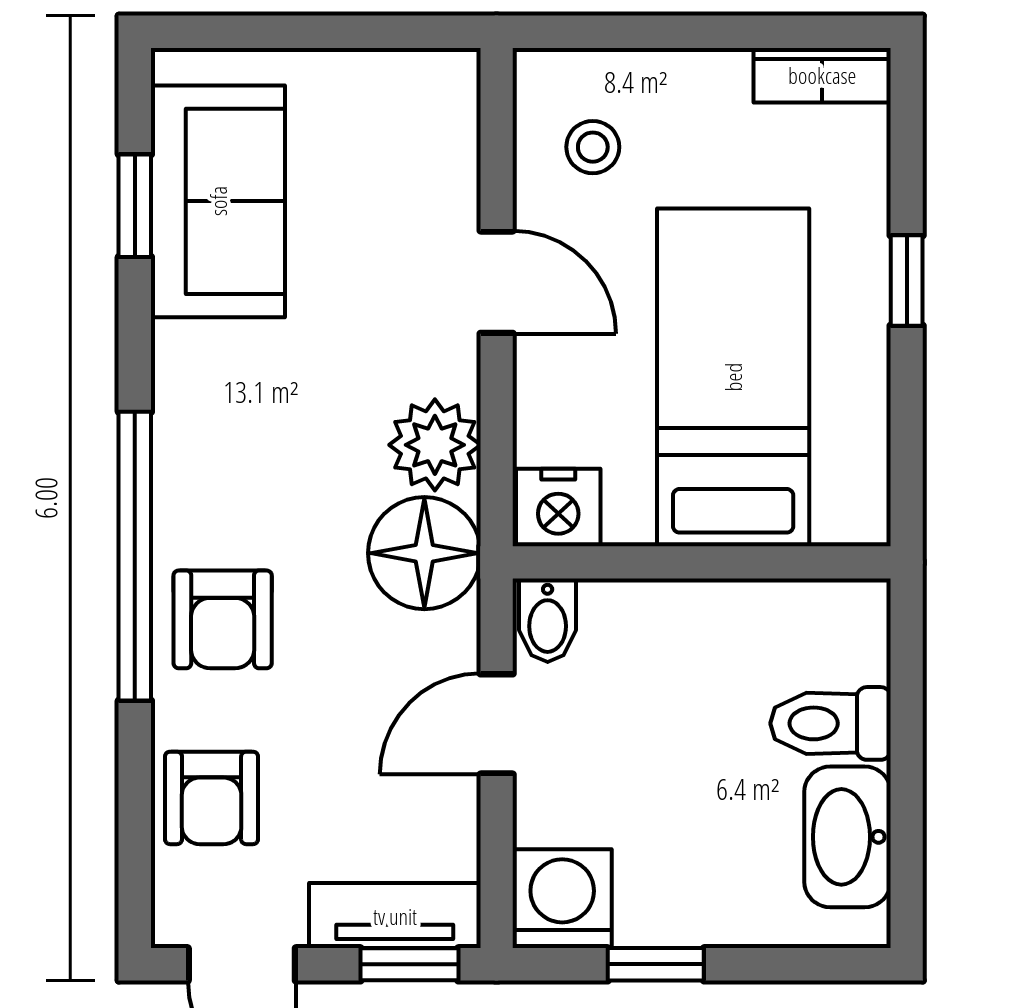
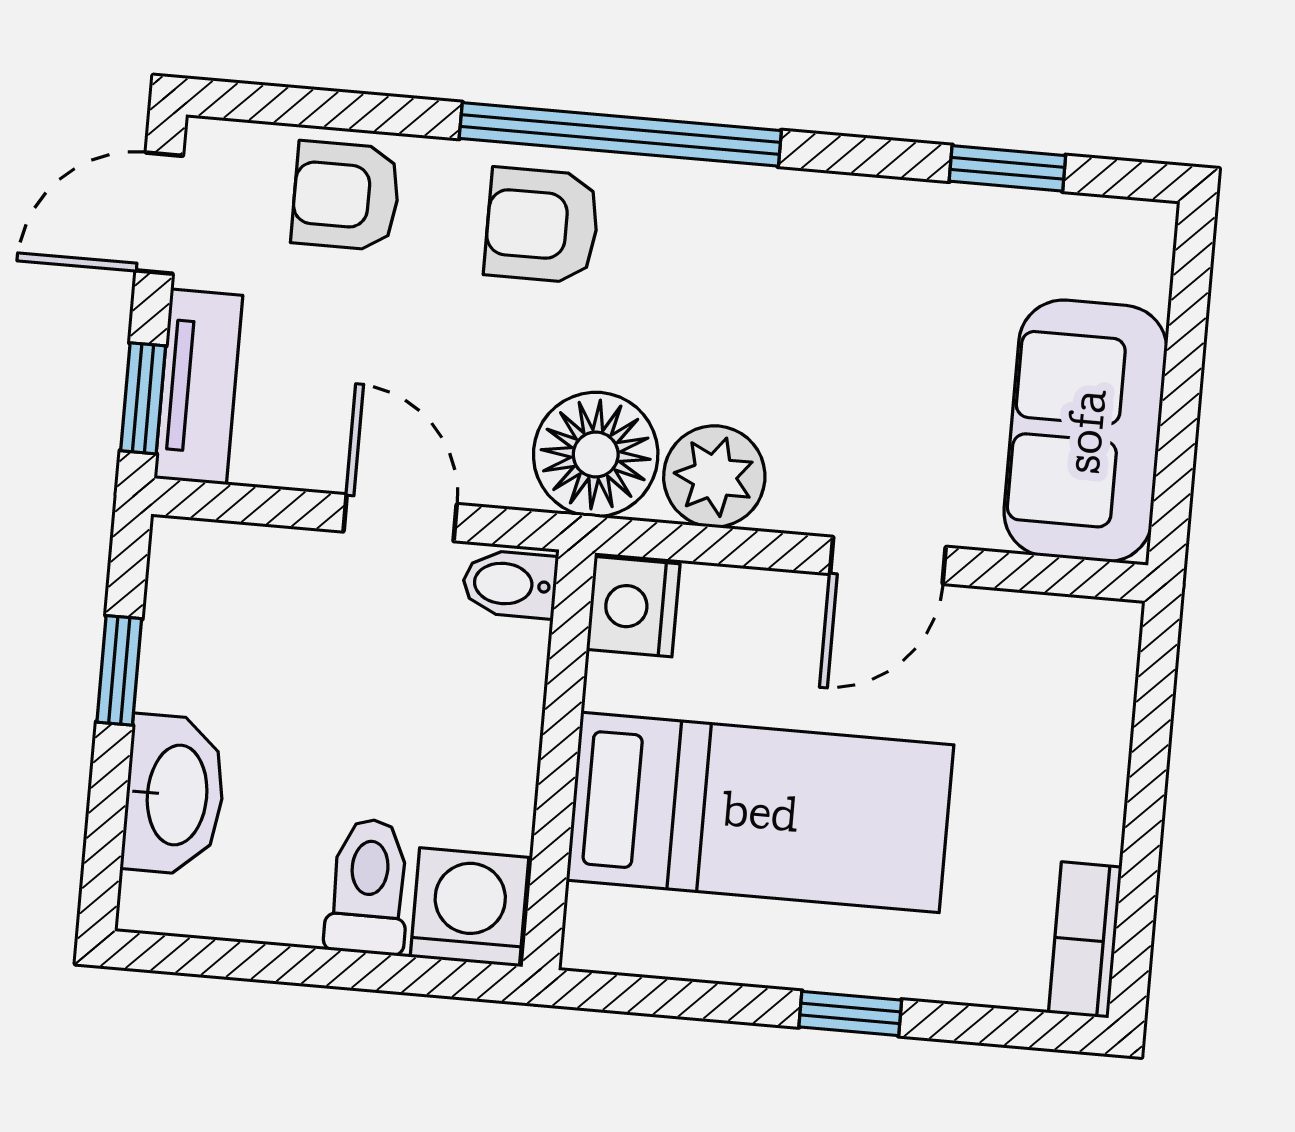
stool: (593, 147) -> (1028, 680), removed
sofa: (218, 201) -> (1086, 431), moved, turned 90
washbasin: (847, 837) -> (174, 795), moved, turned 90
washing machine: (562, 899) -> (469, 907), moved, turned -90

